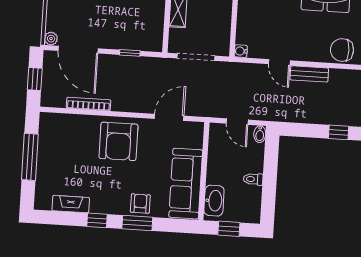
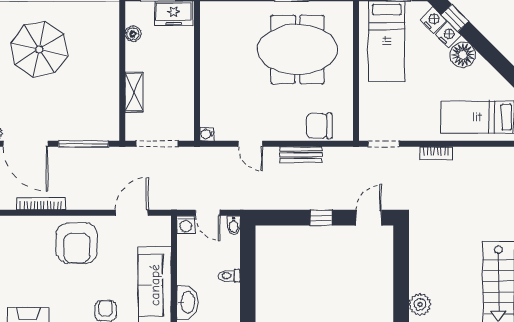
window: (130, 53) -> (83, 144), width x2.17
bench: (309, 74) -> (301, 155), moved
washing machine: (217, 131) -> (186, 225), added

